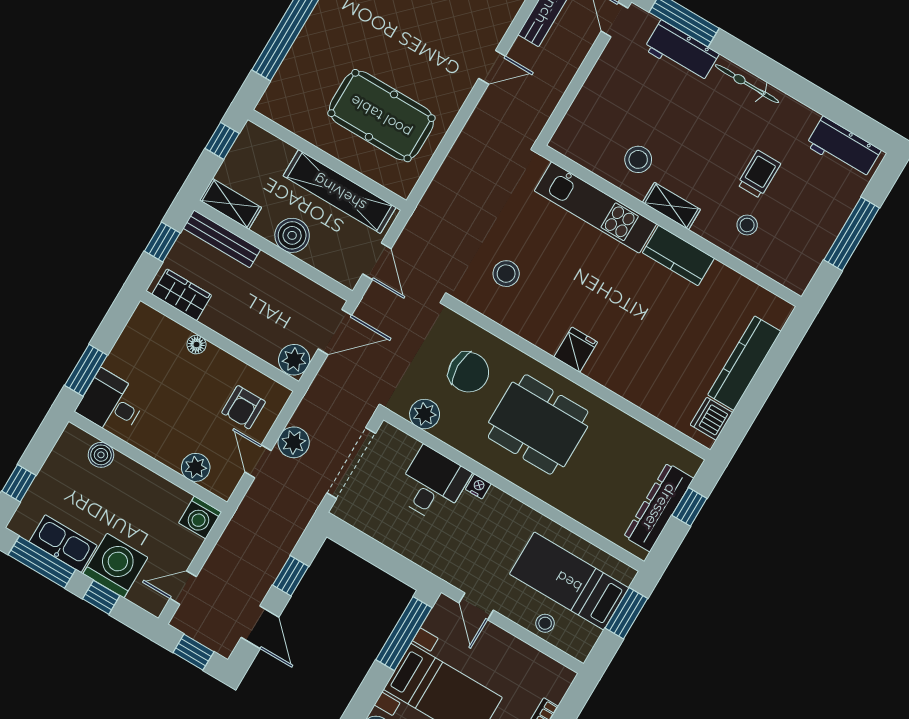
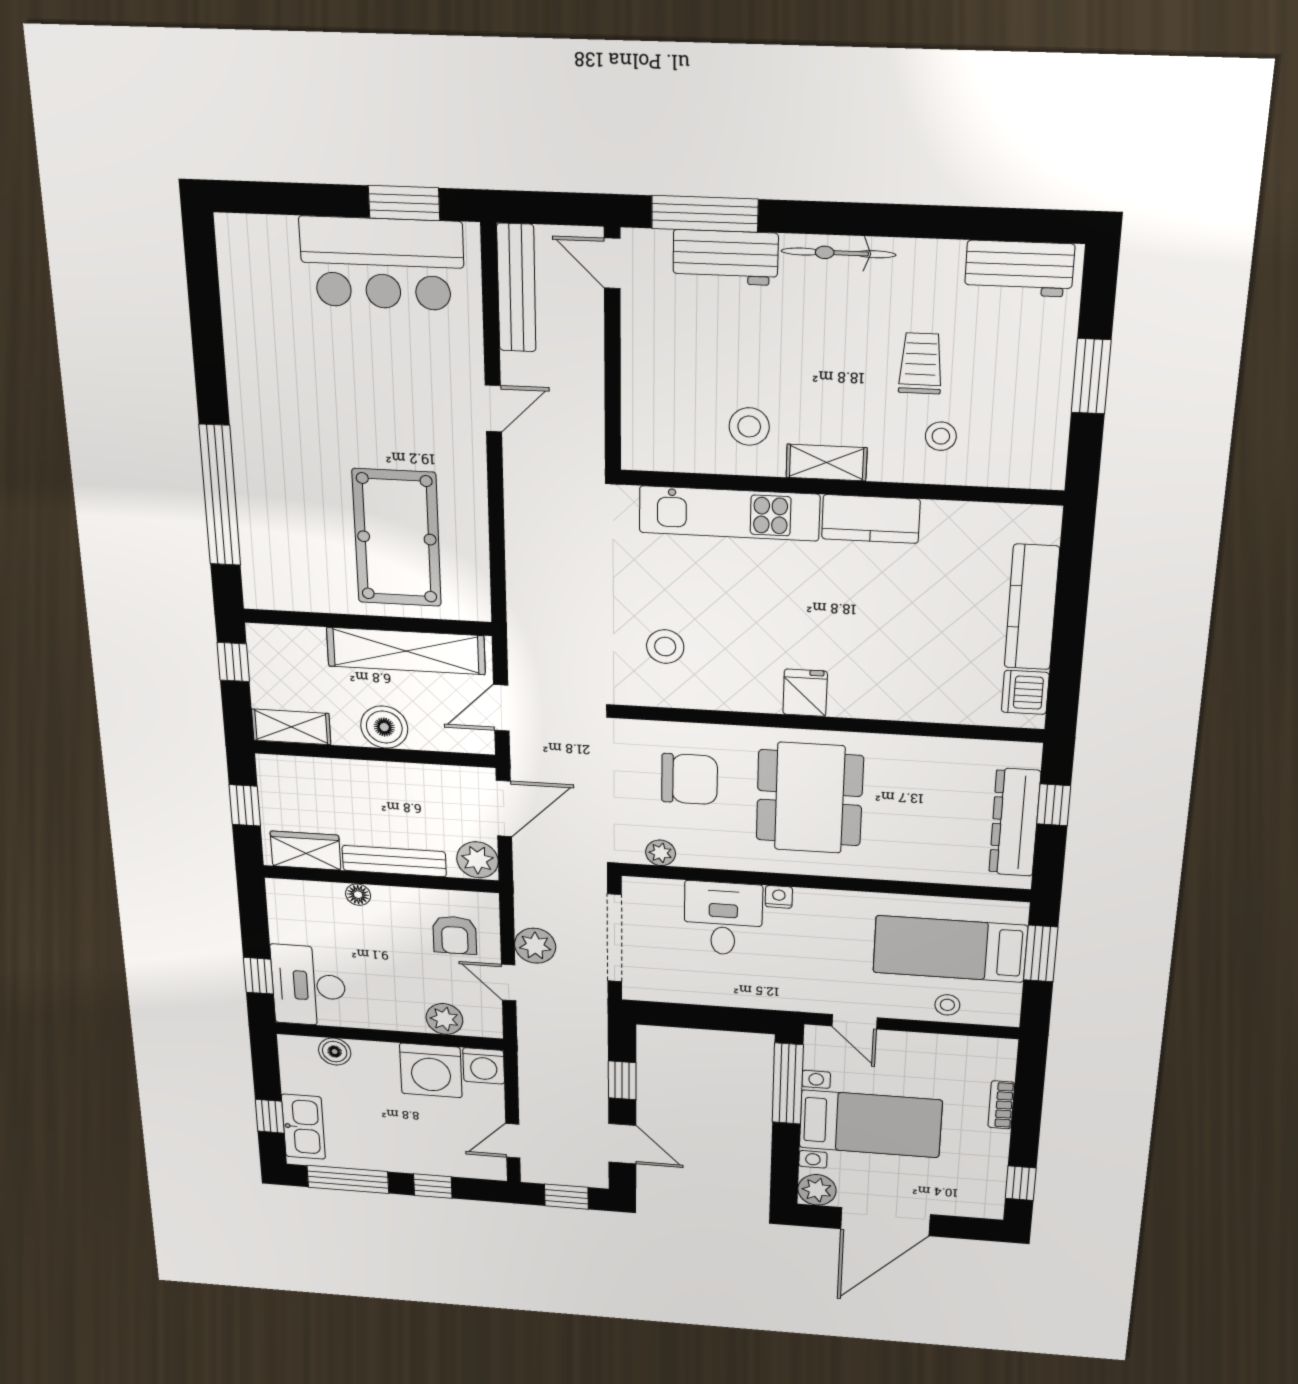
pool table: (381, 116) -> (397, 538), turned 90
window: (852, 234) -> (1091, 376), width x0.69
bench: (222, 239) -> (394, 861), moved
door: (377, 261) -> (501, 708), swing flipped
window: (86, 370) -> (258, 976), width x0.67
desk: (112, 404) -> (309, 986), width x1.37
plant: (425, 414) -> (661, 853), width x0.73, depth x0.73
dining table: (538, 424) -> (810, 798), turned 90
kitchen sink: (63, 544) -> (303, 1127), moved, turned 90
washing machine: (115, 566) -> (431, 1070), moved, turned 180

